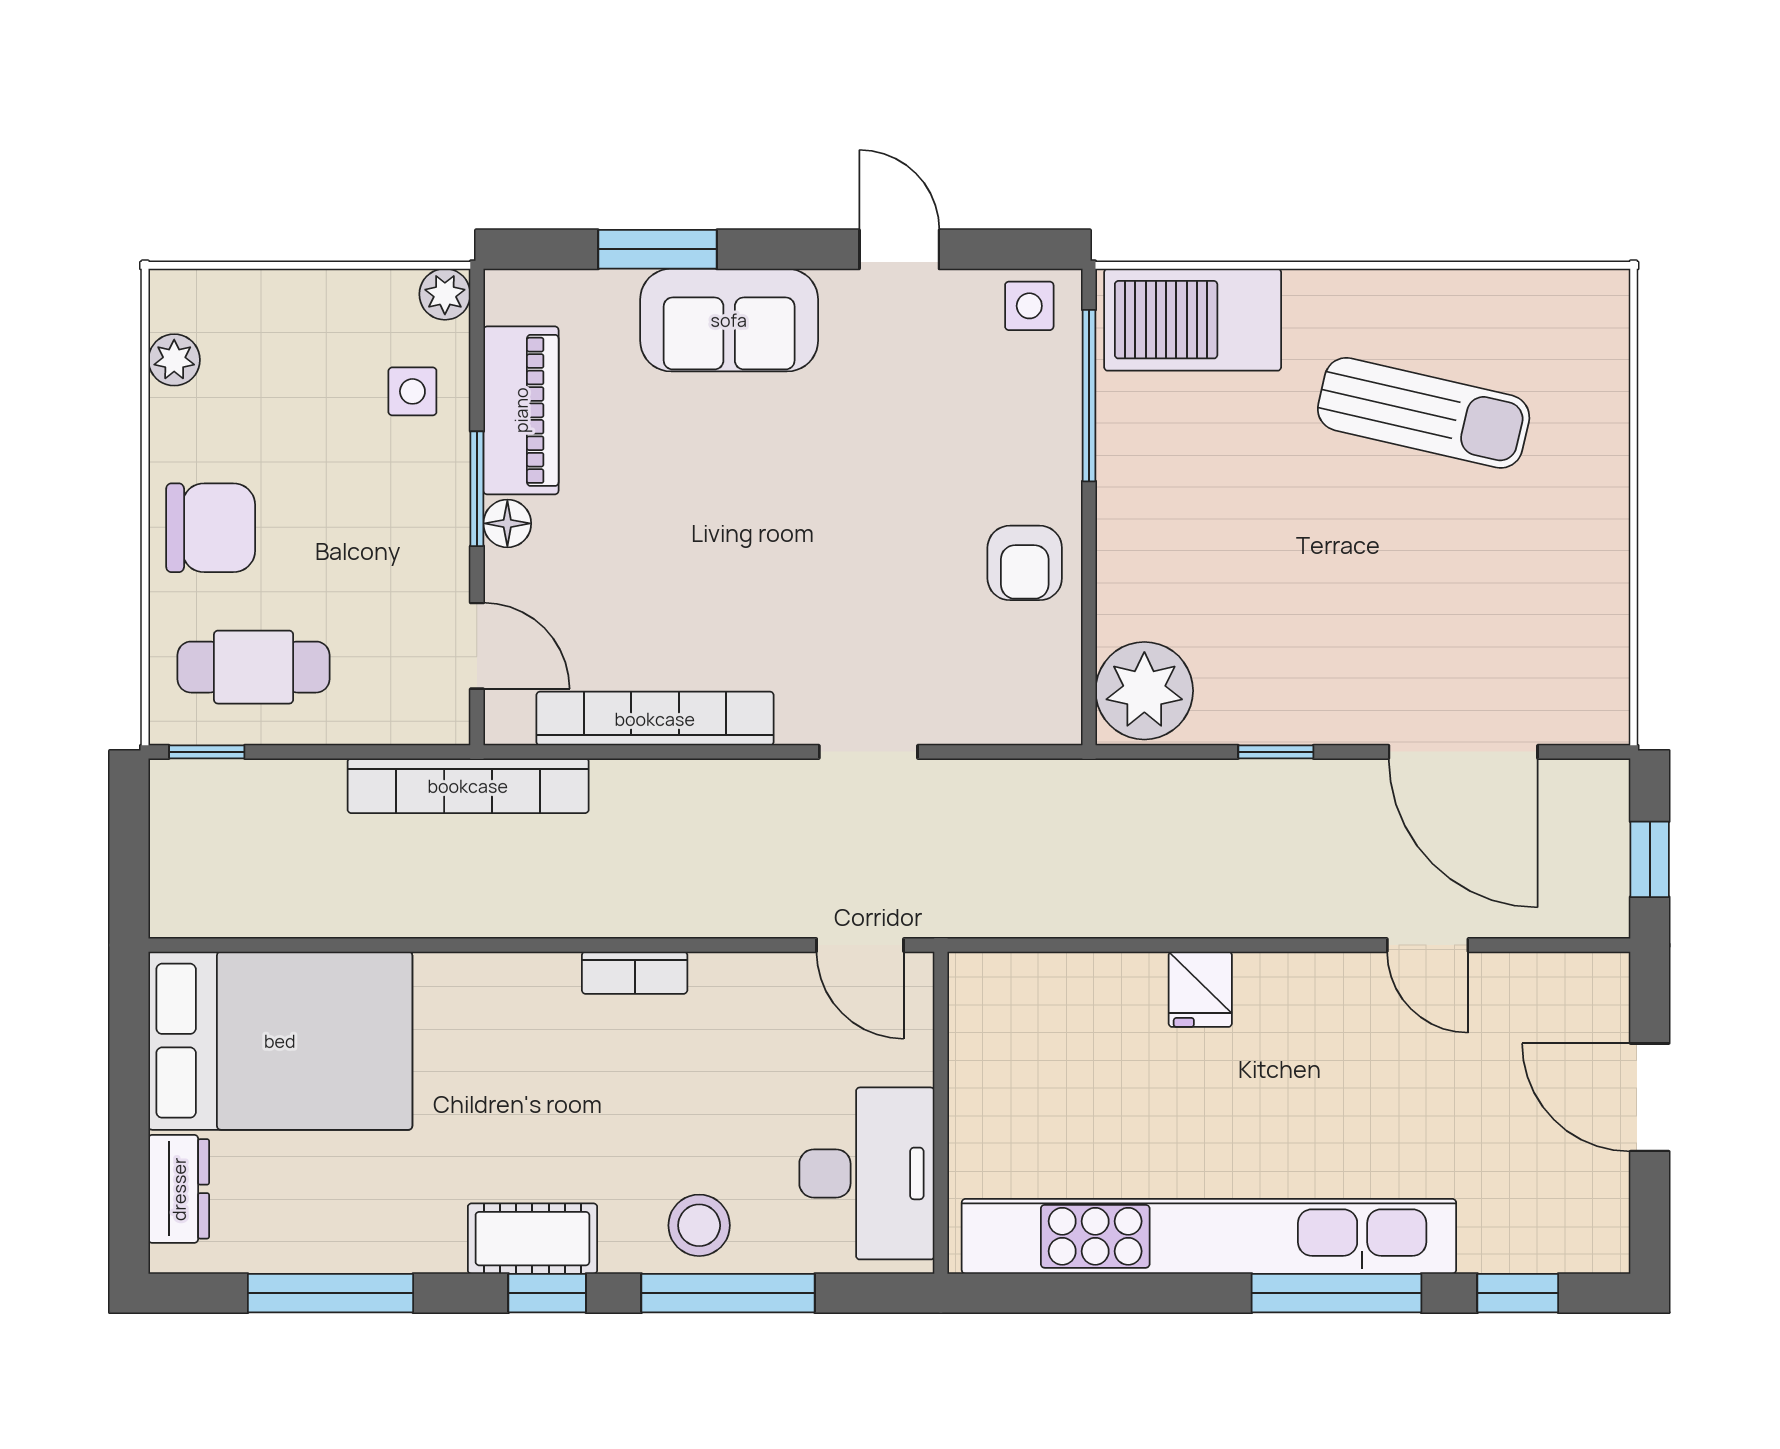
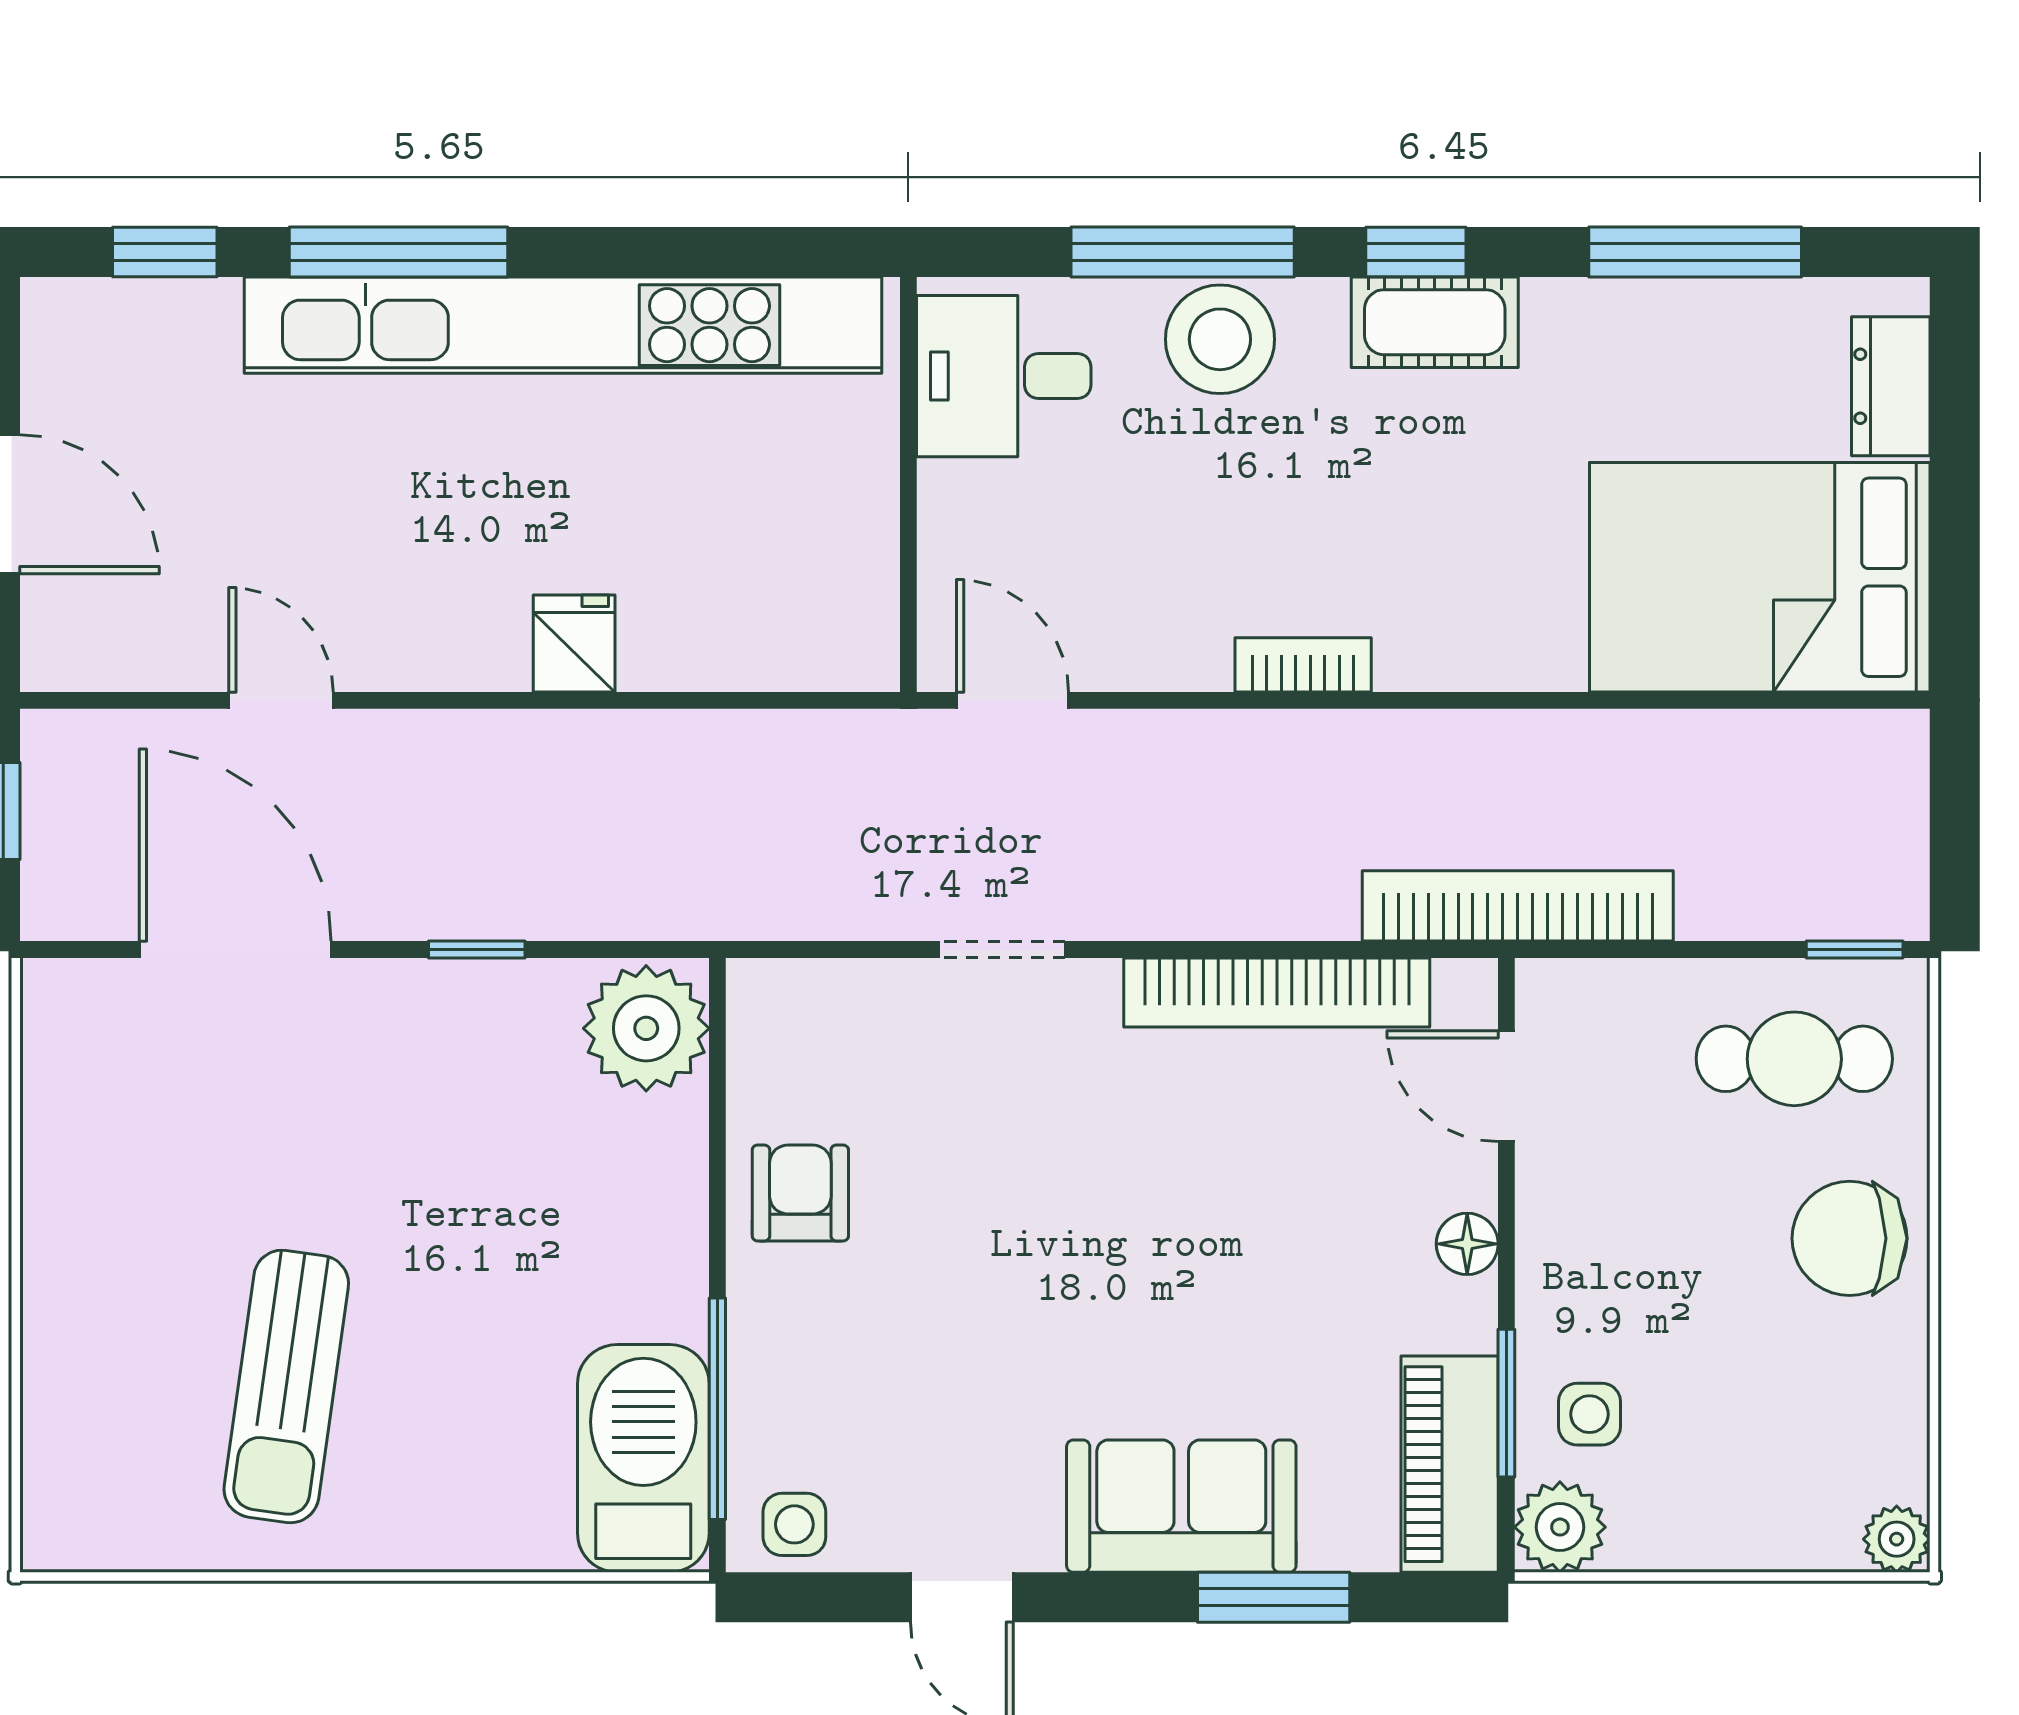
plant: (445, 294) -> (1560, 1527), width x1.38, depth x1.38
barbecue: (1193, 320) -> (643, 1458), moved, turned -90
plant: (174, 360) -> (1897, 1539), moved
piano: (521, 410) -> (1450, 1464), moved
sun lounger: (1424, 413) -> (286, 1386), turned -95
window: (477, 489) -> (1506, 1403), moved
desk: (867, 1173) -> (1004, 376), width x0.73
stool: (699, 1225) -> (1220, 339), width x1.38, depth x1.38

